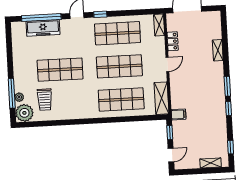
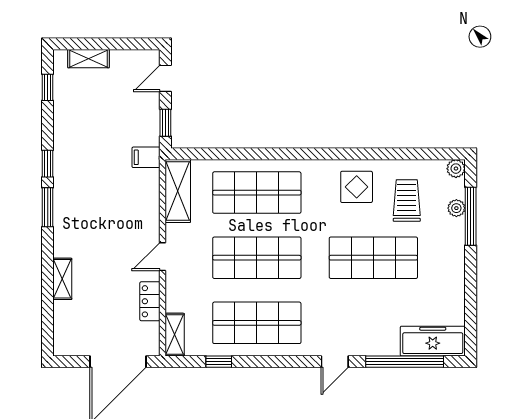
window: (100, 14) -> (219, 362), moved
freezer: (43, 28) -> (433, 341), moved
display table: (71, 105) -> (357, 187), added
plant: (24, 113) -> (456, 169), width x0.53, depth x0.53

